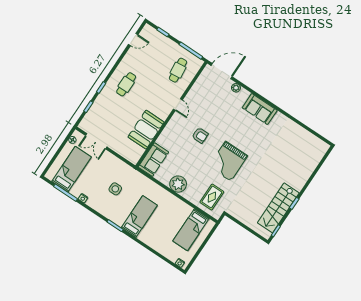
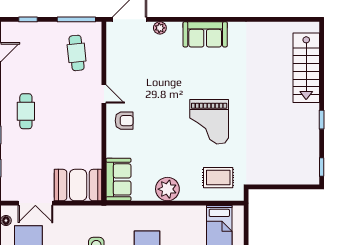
booth: (146, 130) -> (78, 185), moved, turned 90
armchair: (200, 135) -> (124, 121), moved
rug: (212, 197) -> (218, 178), turned 90
stairs: (278, 208) -> (306, 68), moved

